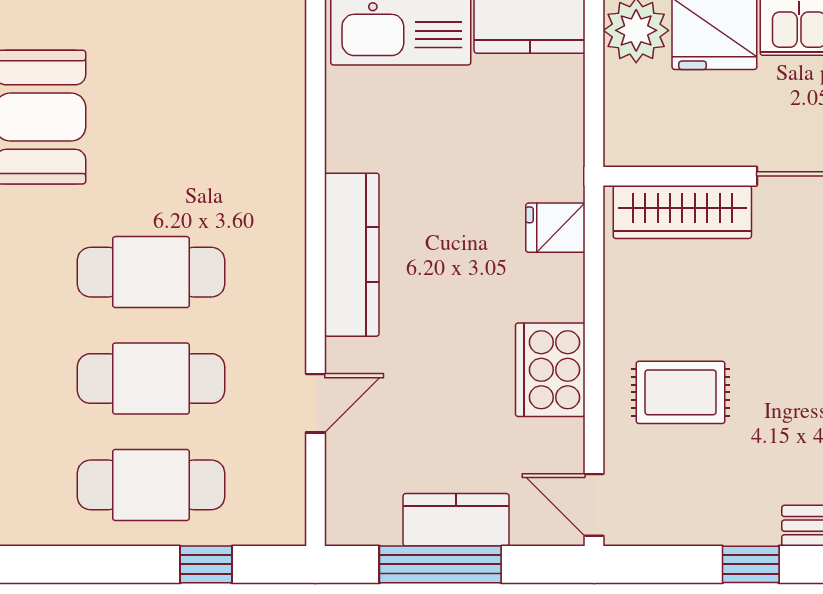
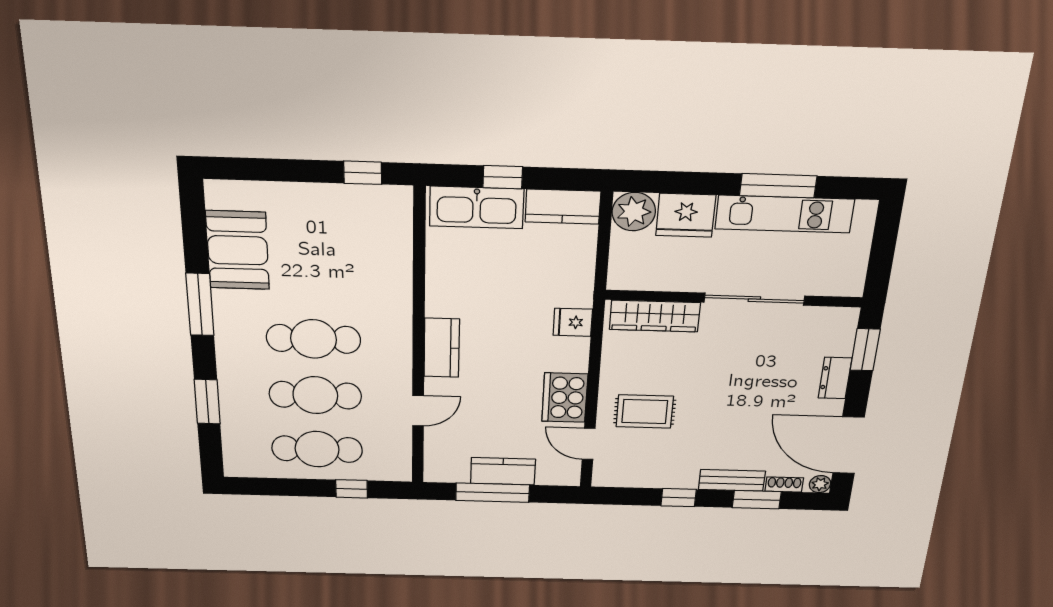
kitchen counter: (352, 255) -> (442, 348), width x0.67
door: (594, 505) -> (589, 444), moved

